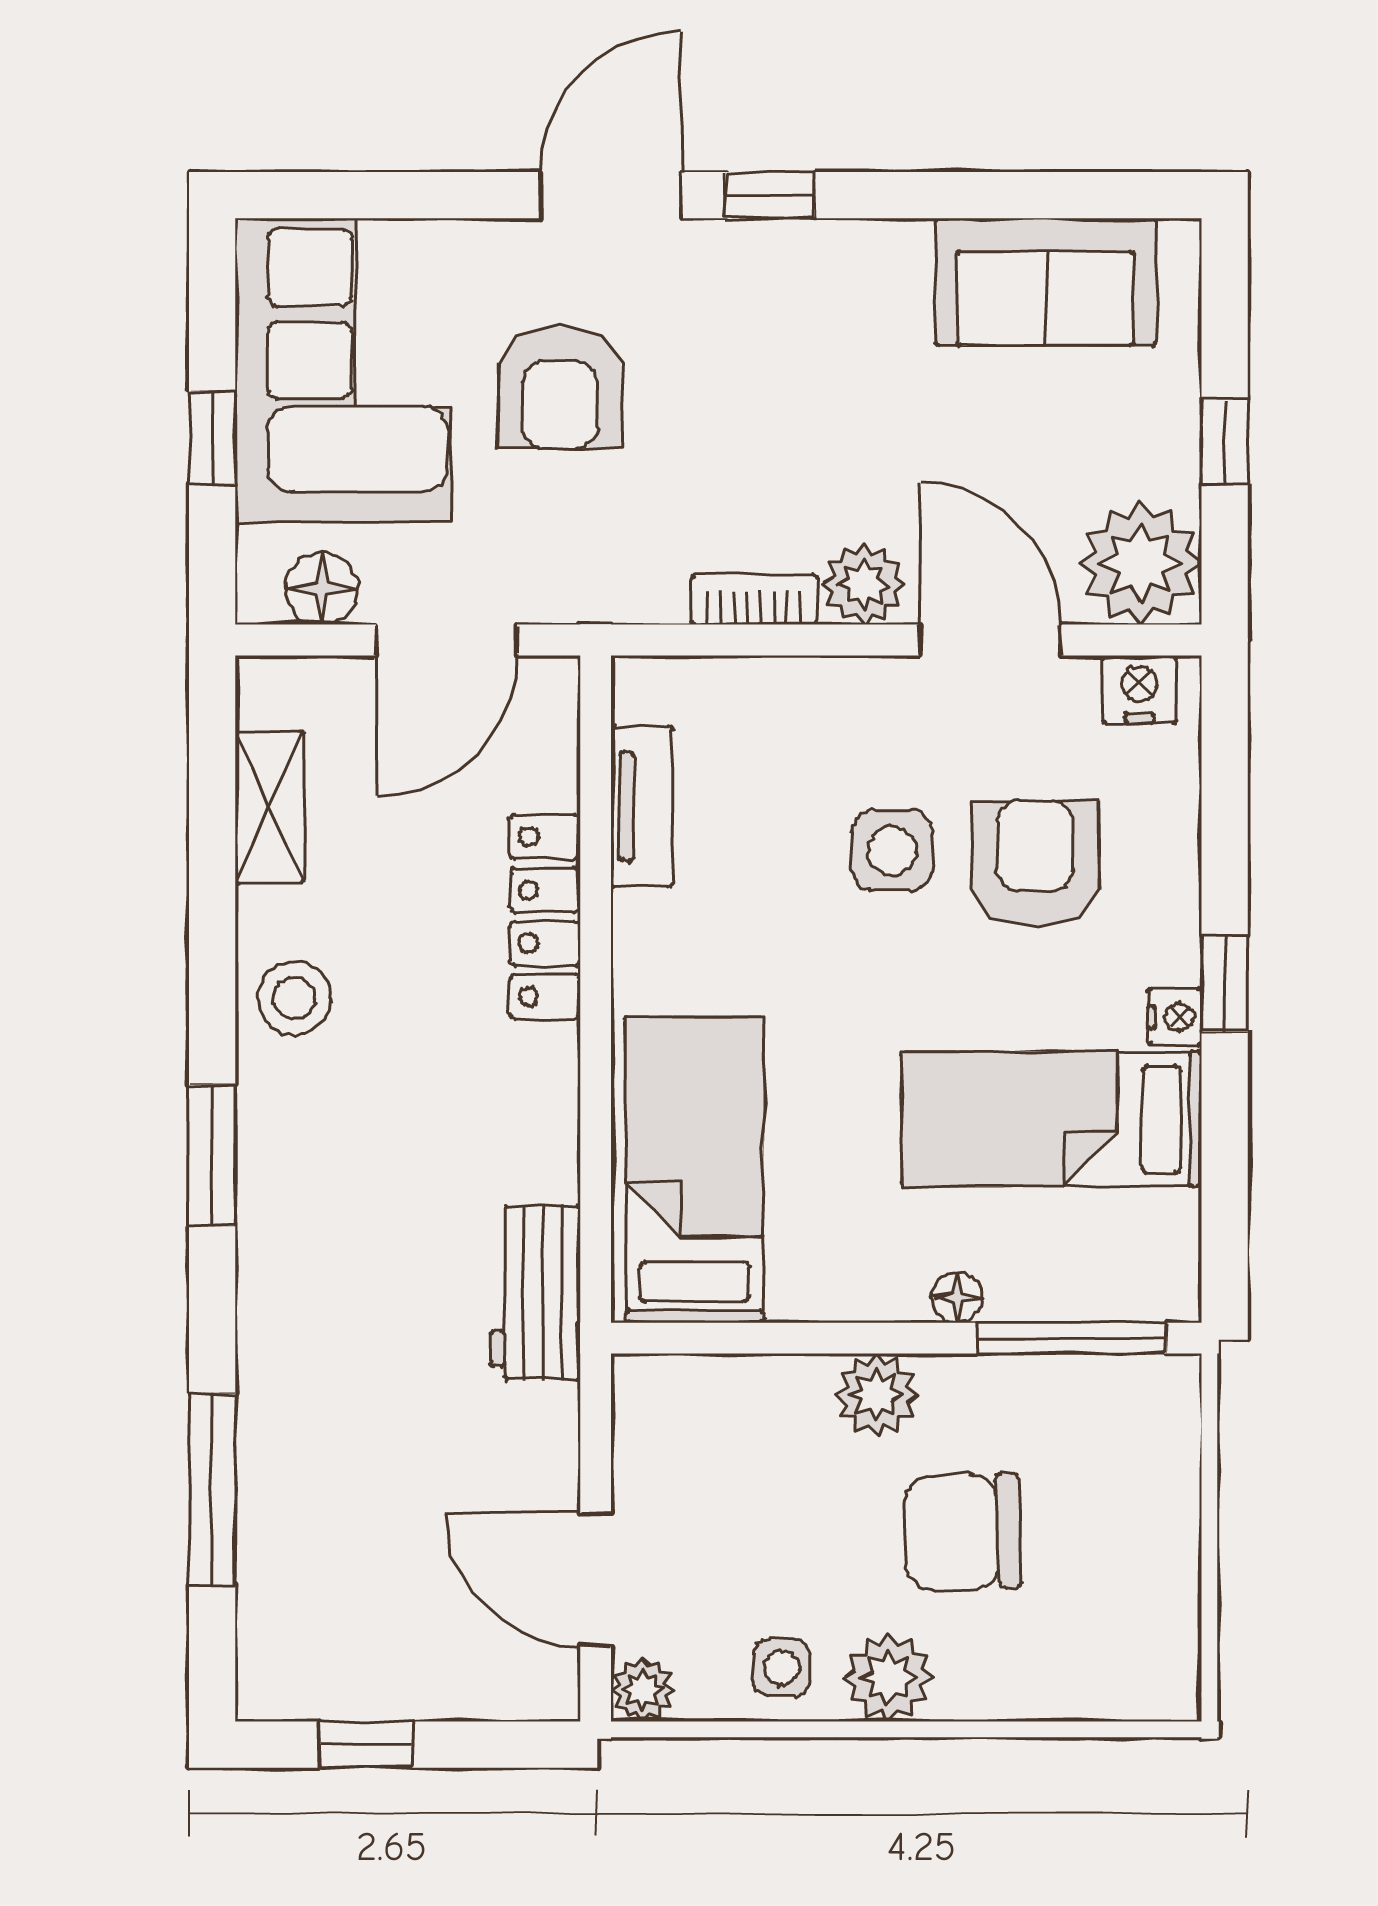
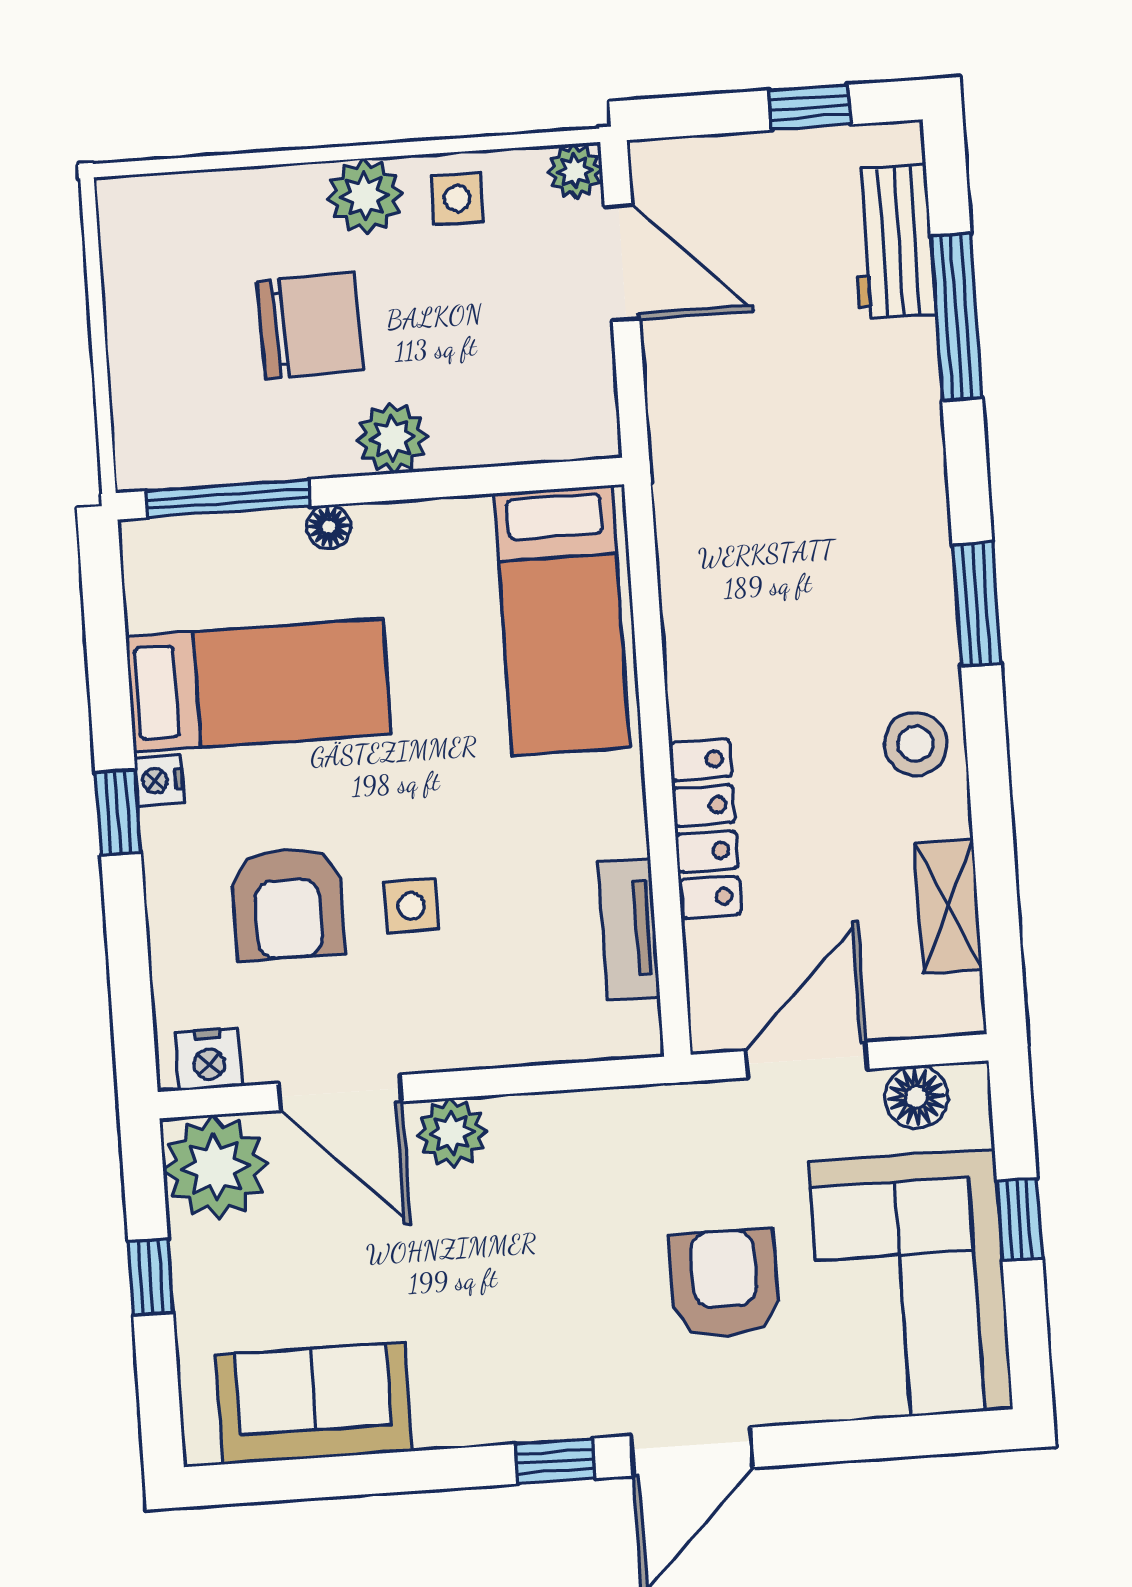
bookcase: (754, 600) -> (545, 1113), removed
side table: (892, 851) -> (411, 906), width x0.73, depth x0.73
workbench: (535, 1293) -> (893, 242), moved, turned 180

